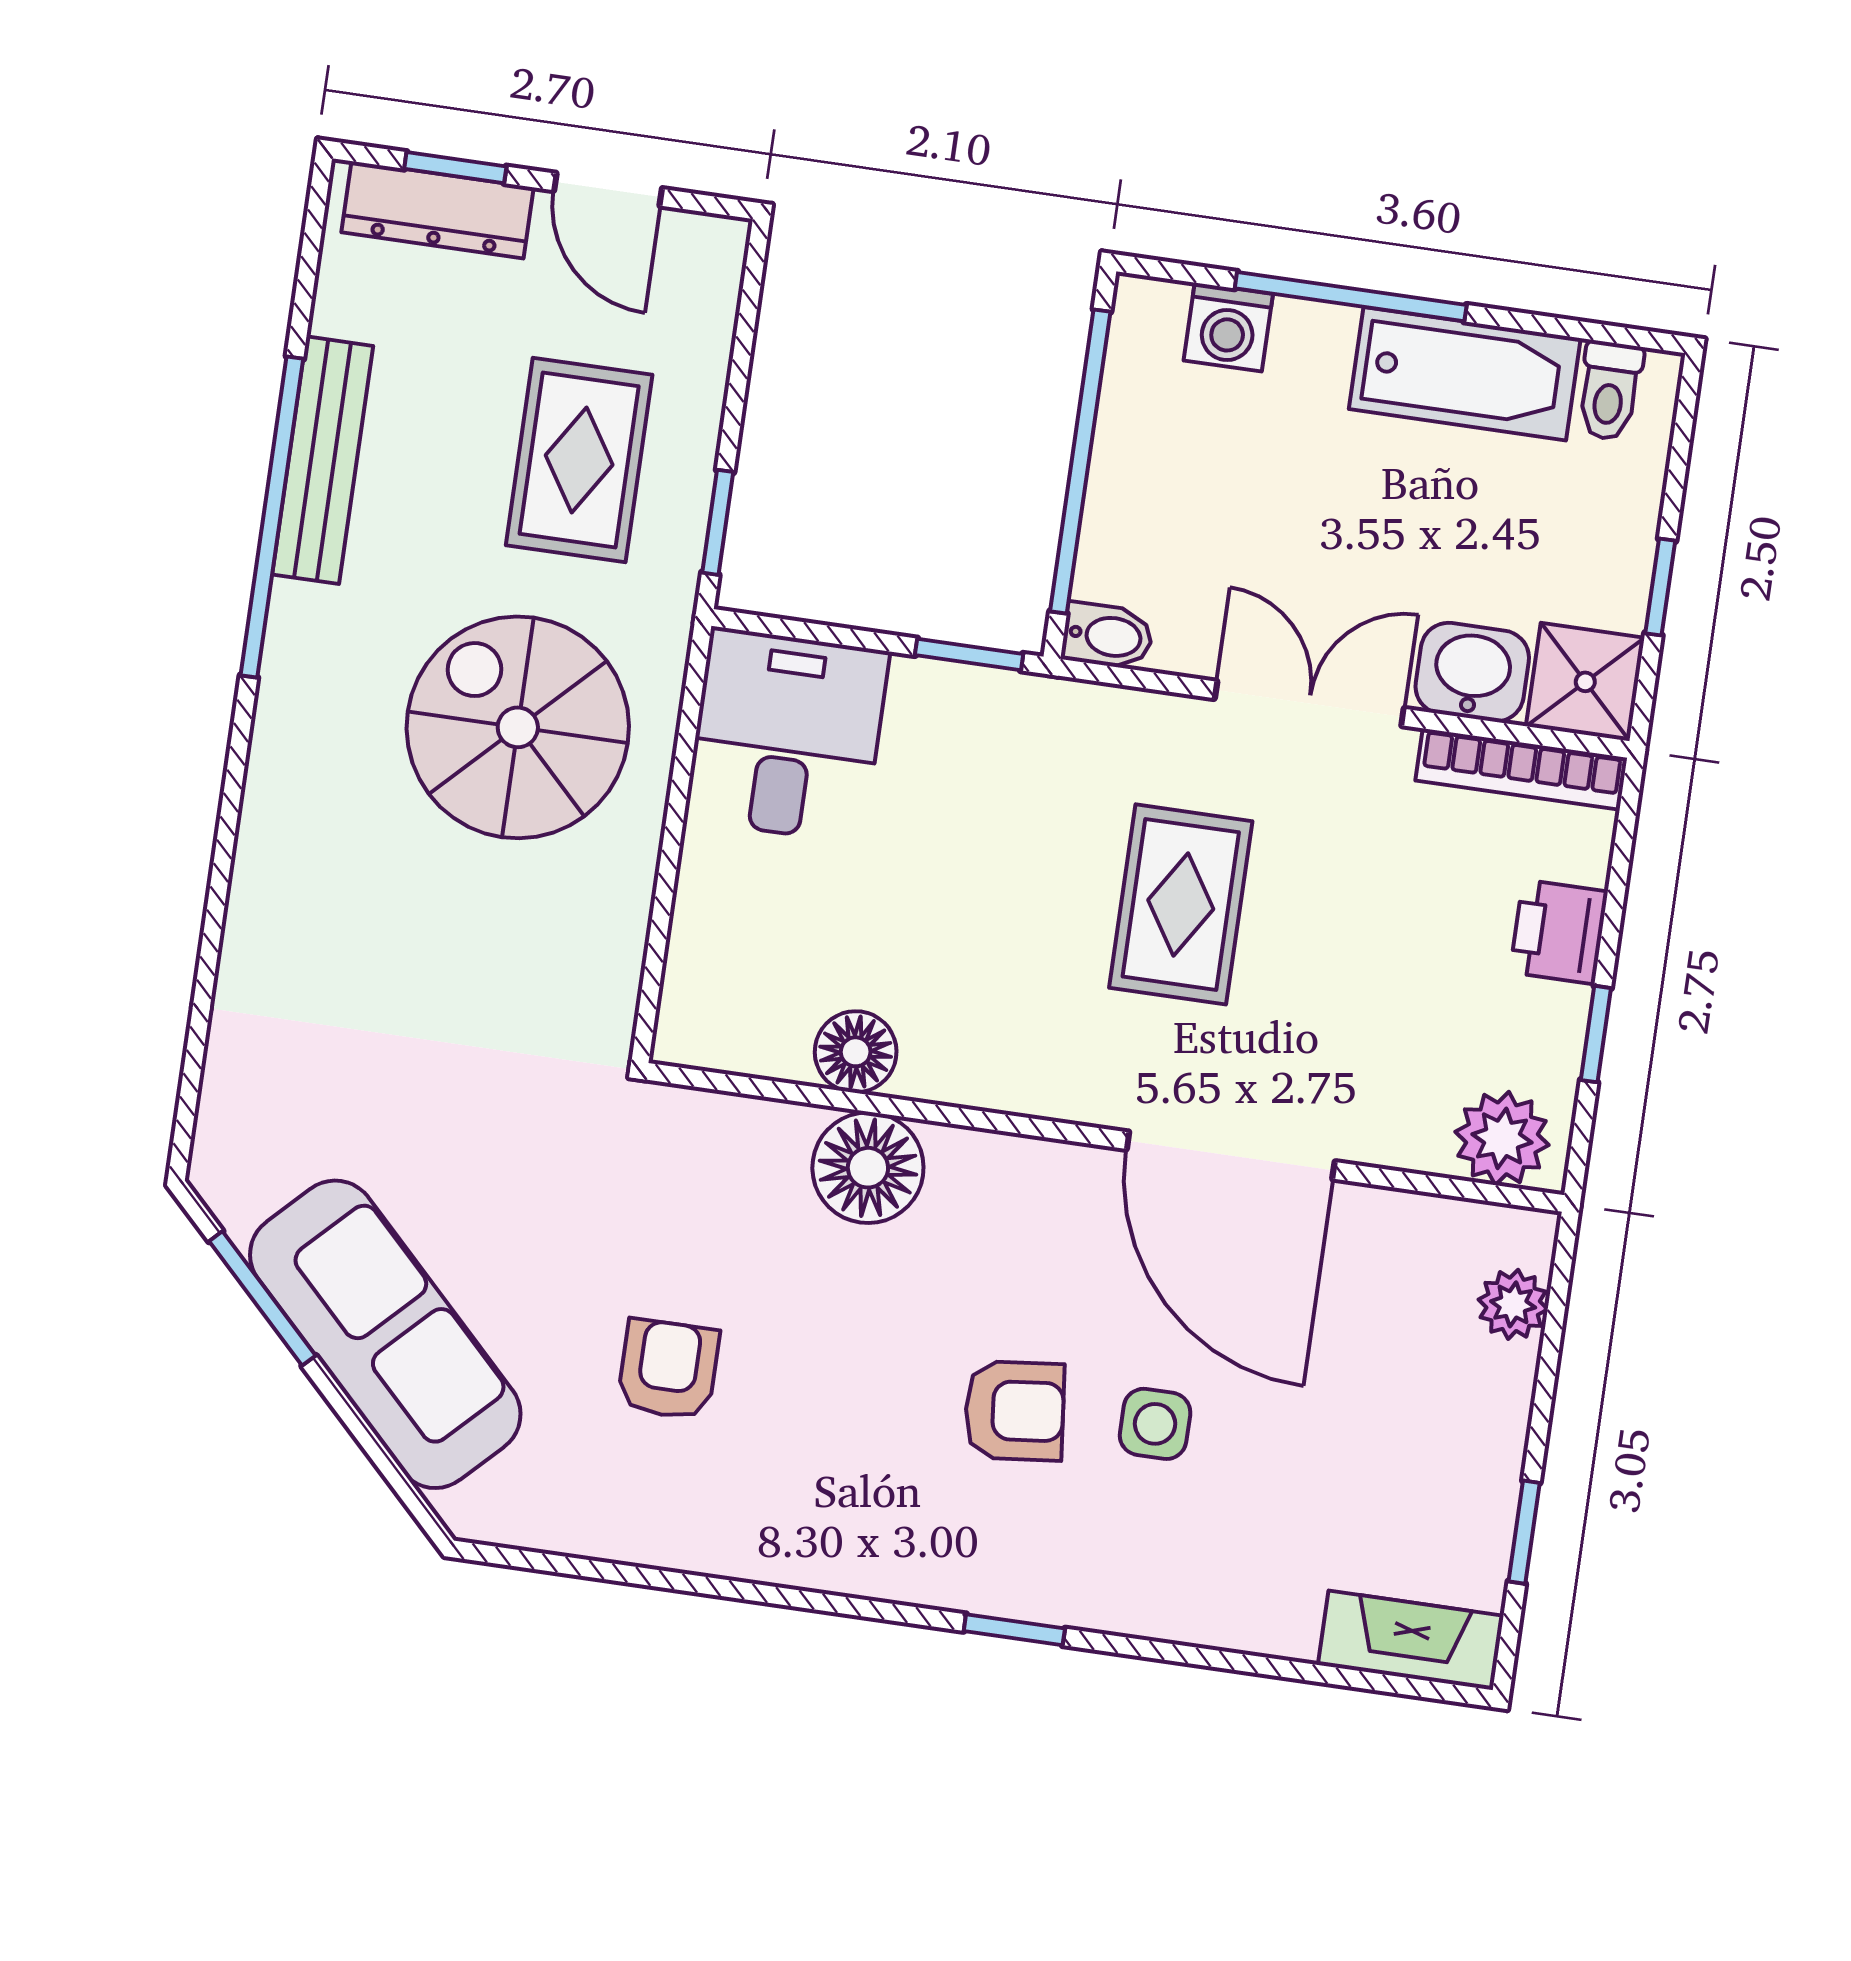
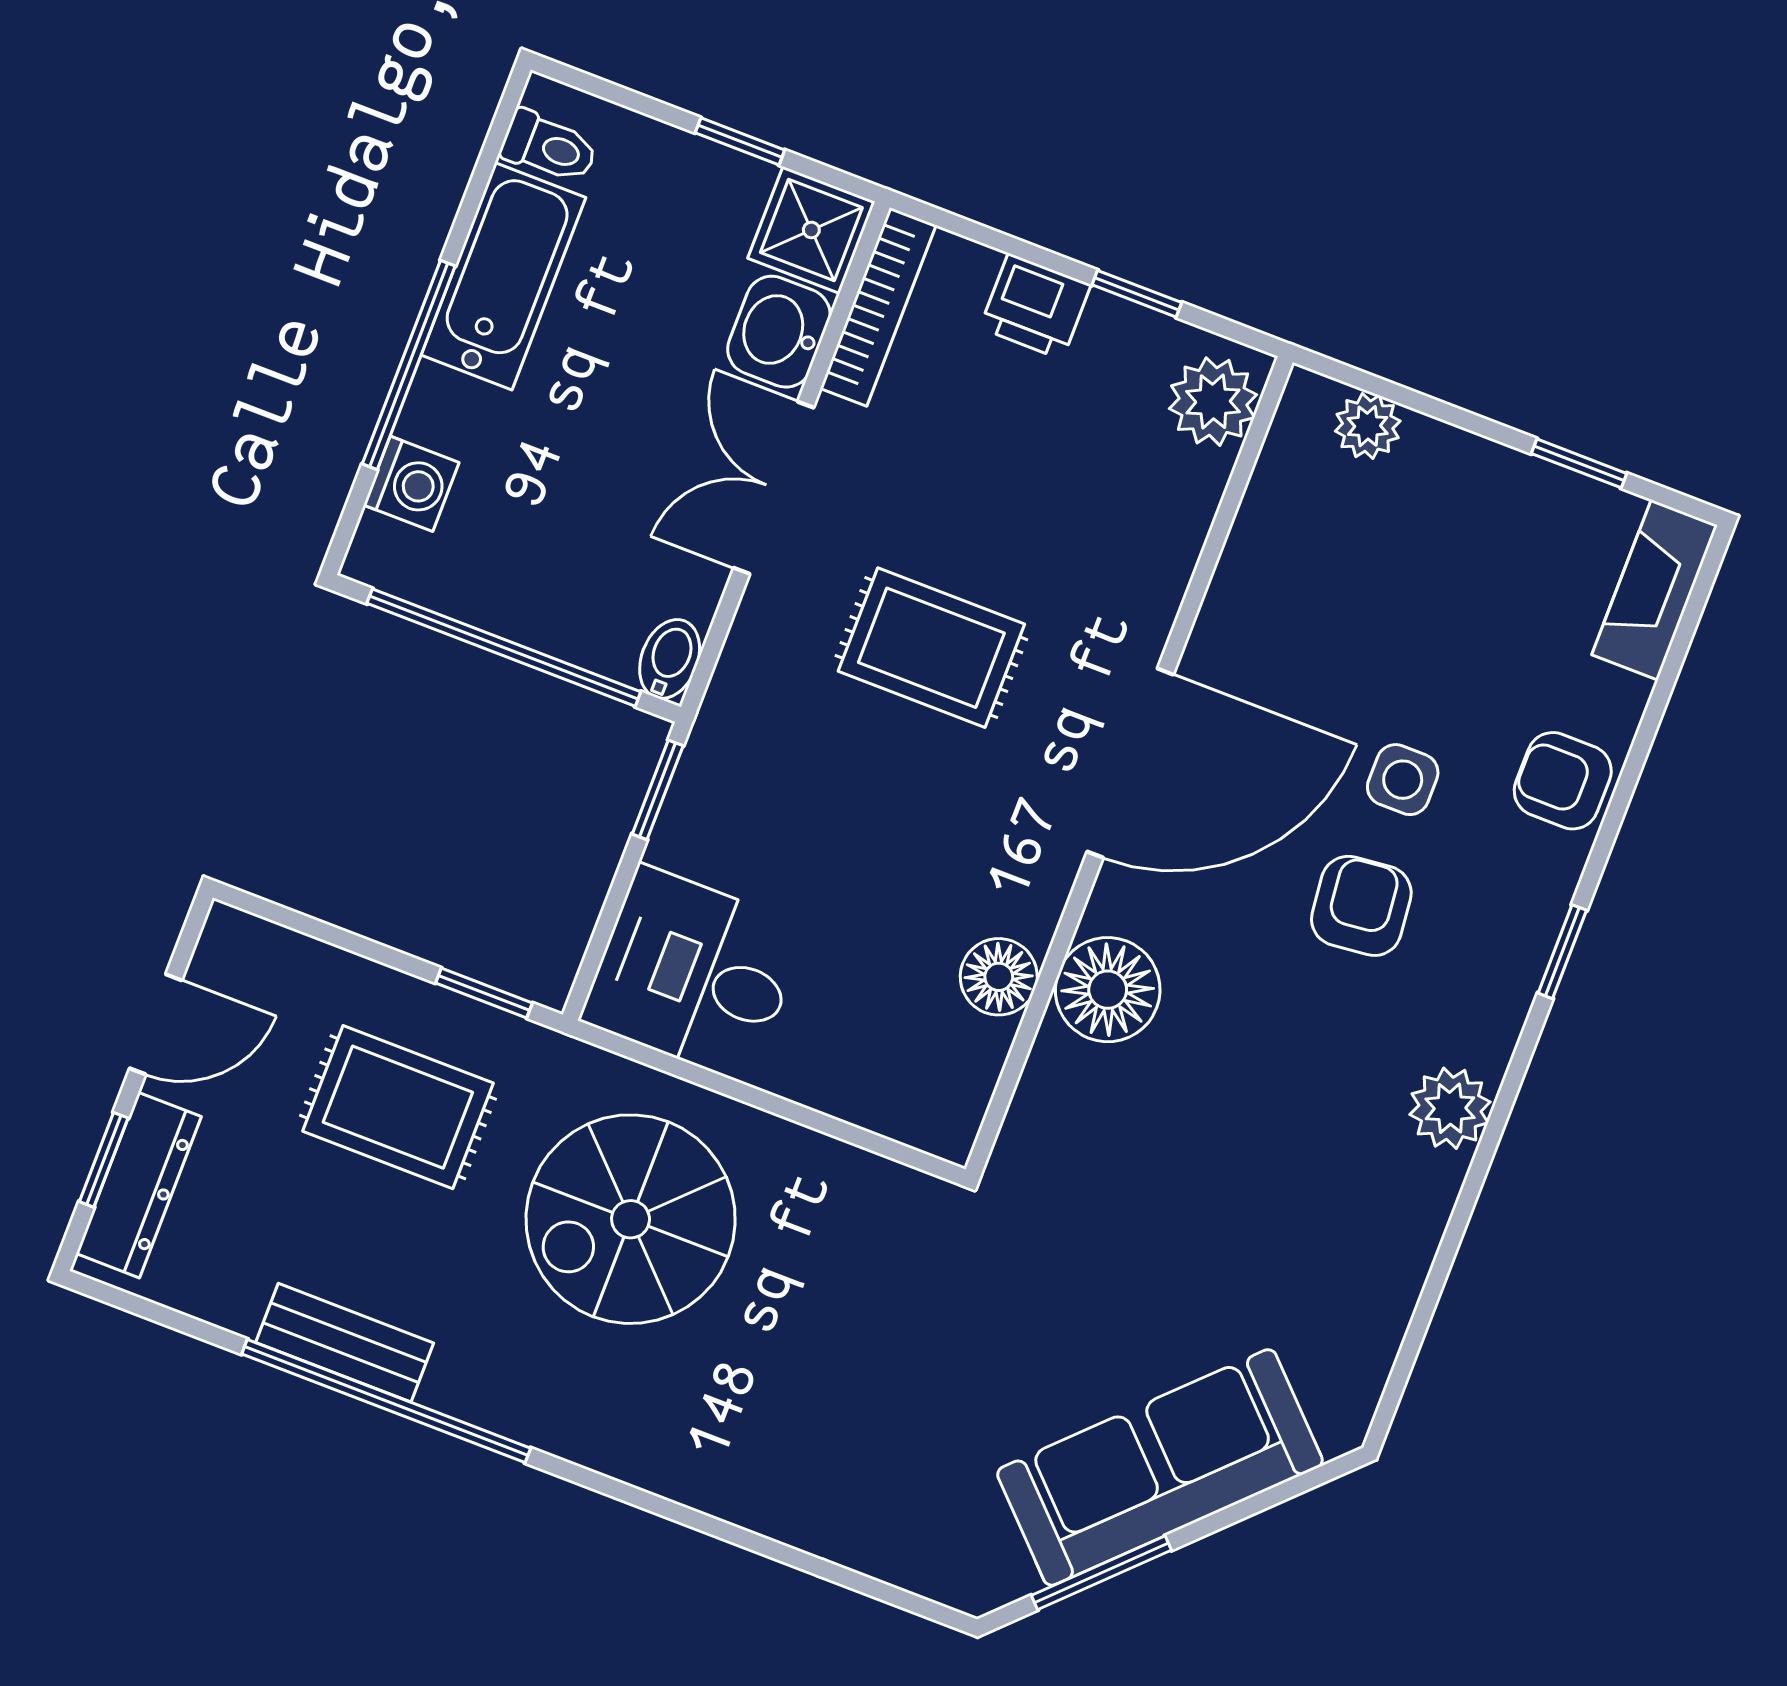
bench: (323, 460) -> (345, 1343), width x0.73
door: (1231, 1155) -> (1130, 763), moved
armchair: (668, 1369) -> (1563, 781), moved
plant: (826, 1550) -> (1450, 1108), added

